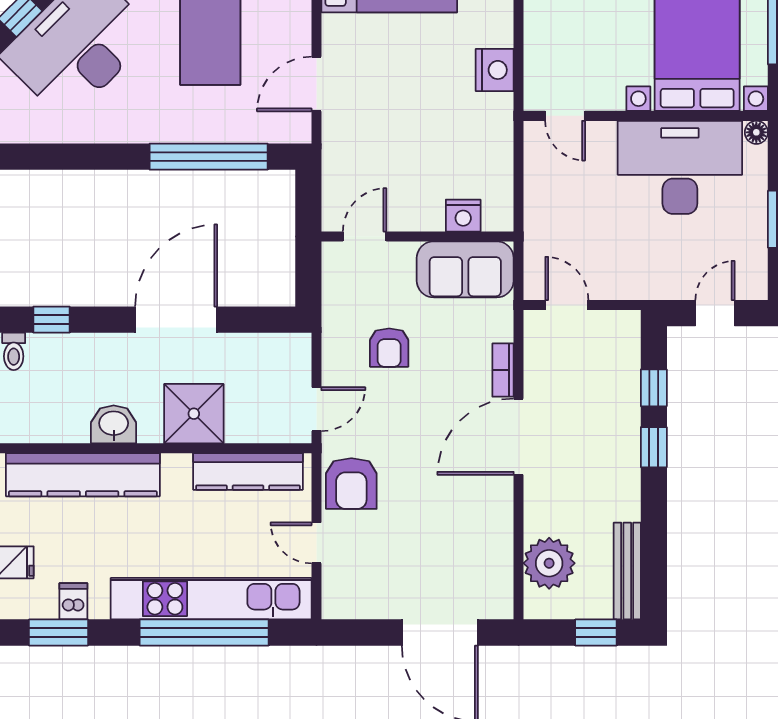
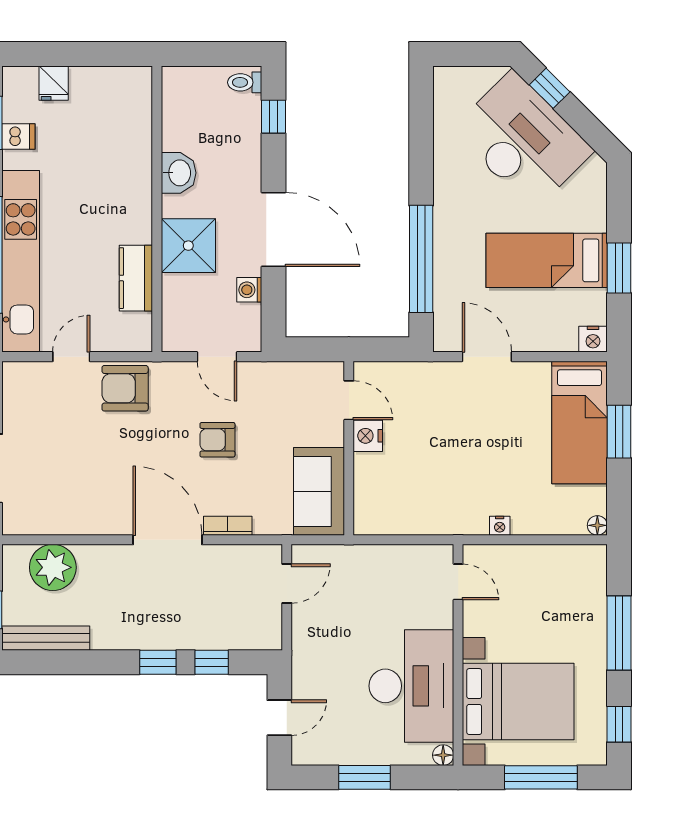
nightstand: (495, 70) -> (500, 526), width x0.53, depth x0.56
door: (565, 116) -> (458, 582), swing flipped
nightstand: (463, 216) -> (368, 436), moved
door: (715, 313) -> (279, 718), hinge flipped
washing machine: (243, 346) -> (249, 290), added
armchair: (389, 348) -> (217, 440), moved
door: (316, 409) -> (217, 357), moved
kitchen counter: (248, 472) -> (136, 278), width x0.67
kitchen counter: (83, 475) -> (133, 145), removed

